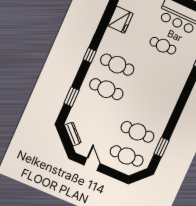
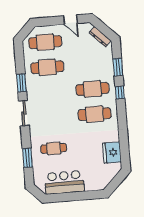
cafe table: (163, 46) -> (54, 148), moved
window: (90, 55) -> (120, 92), moved
sliding door: (182, 101) -> (24, 113), added
window: (161, 147) -> (21, 83), moved

